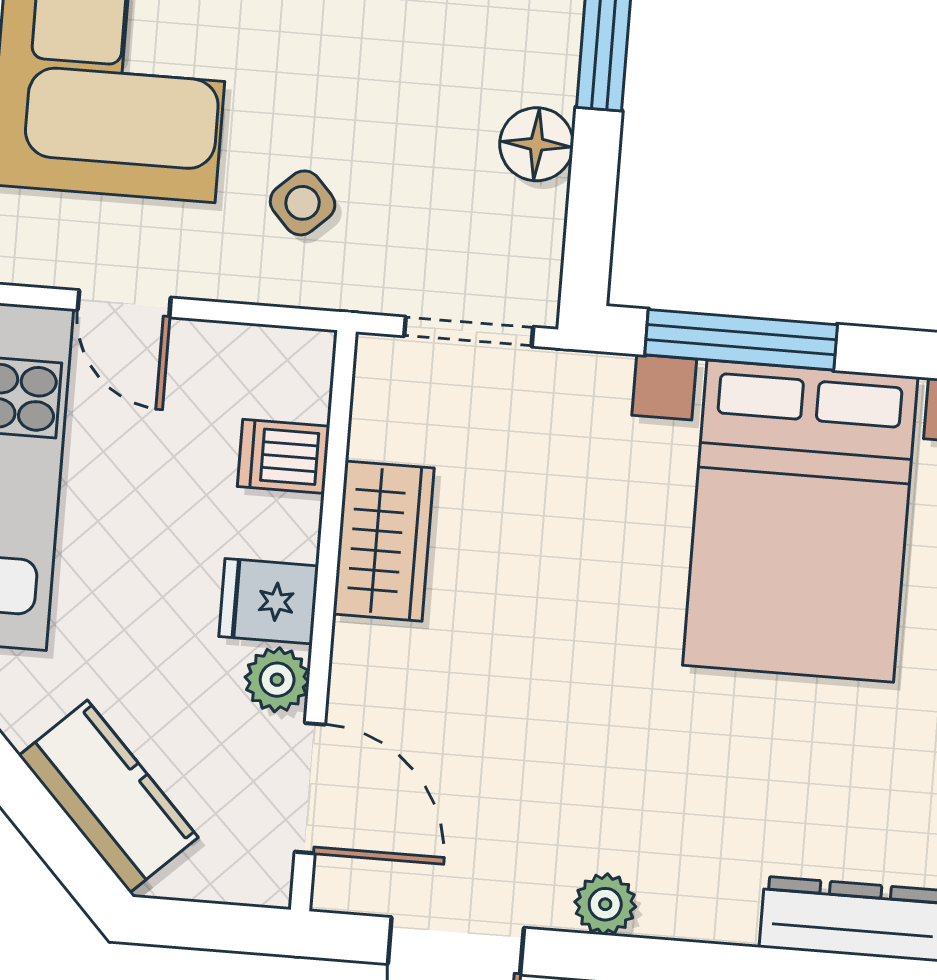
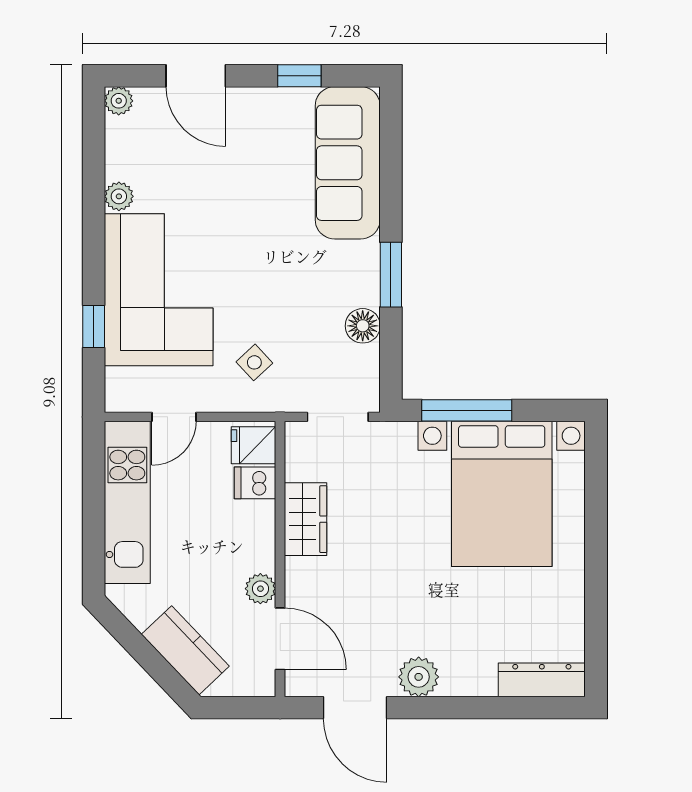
door: (124, 304) -> (174, 417), hinge flipped
fridge: (269, 601) -> (254, 445), moved
plant: (605, 904) -> (419, 677), width x1.38, depth x1.38

